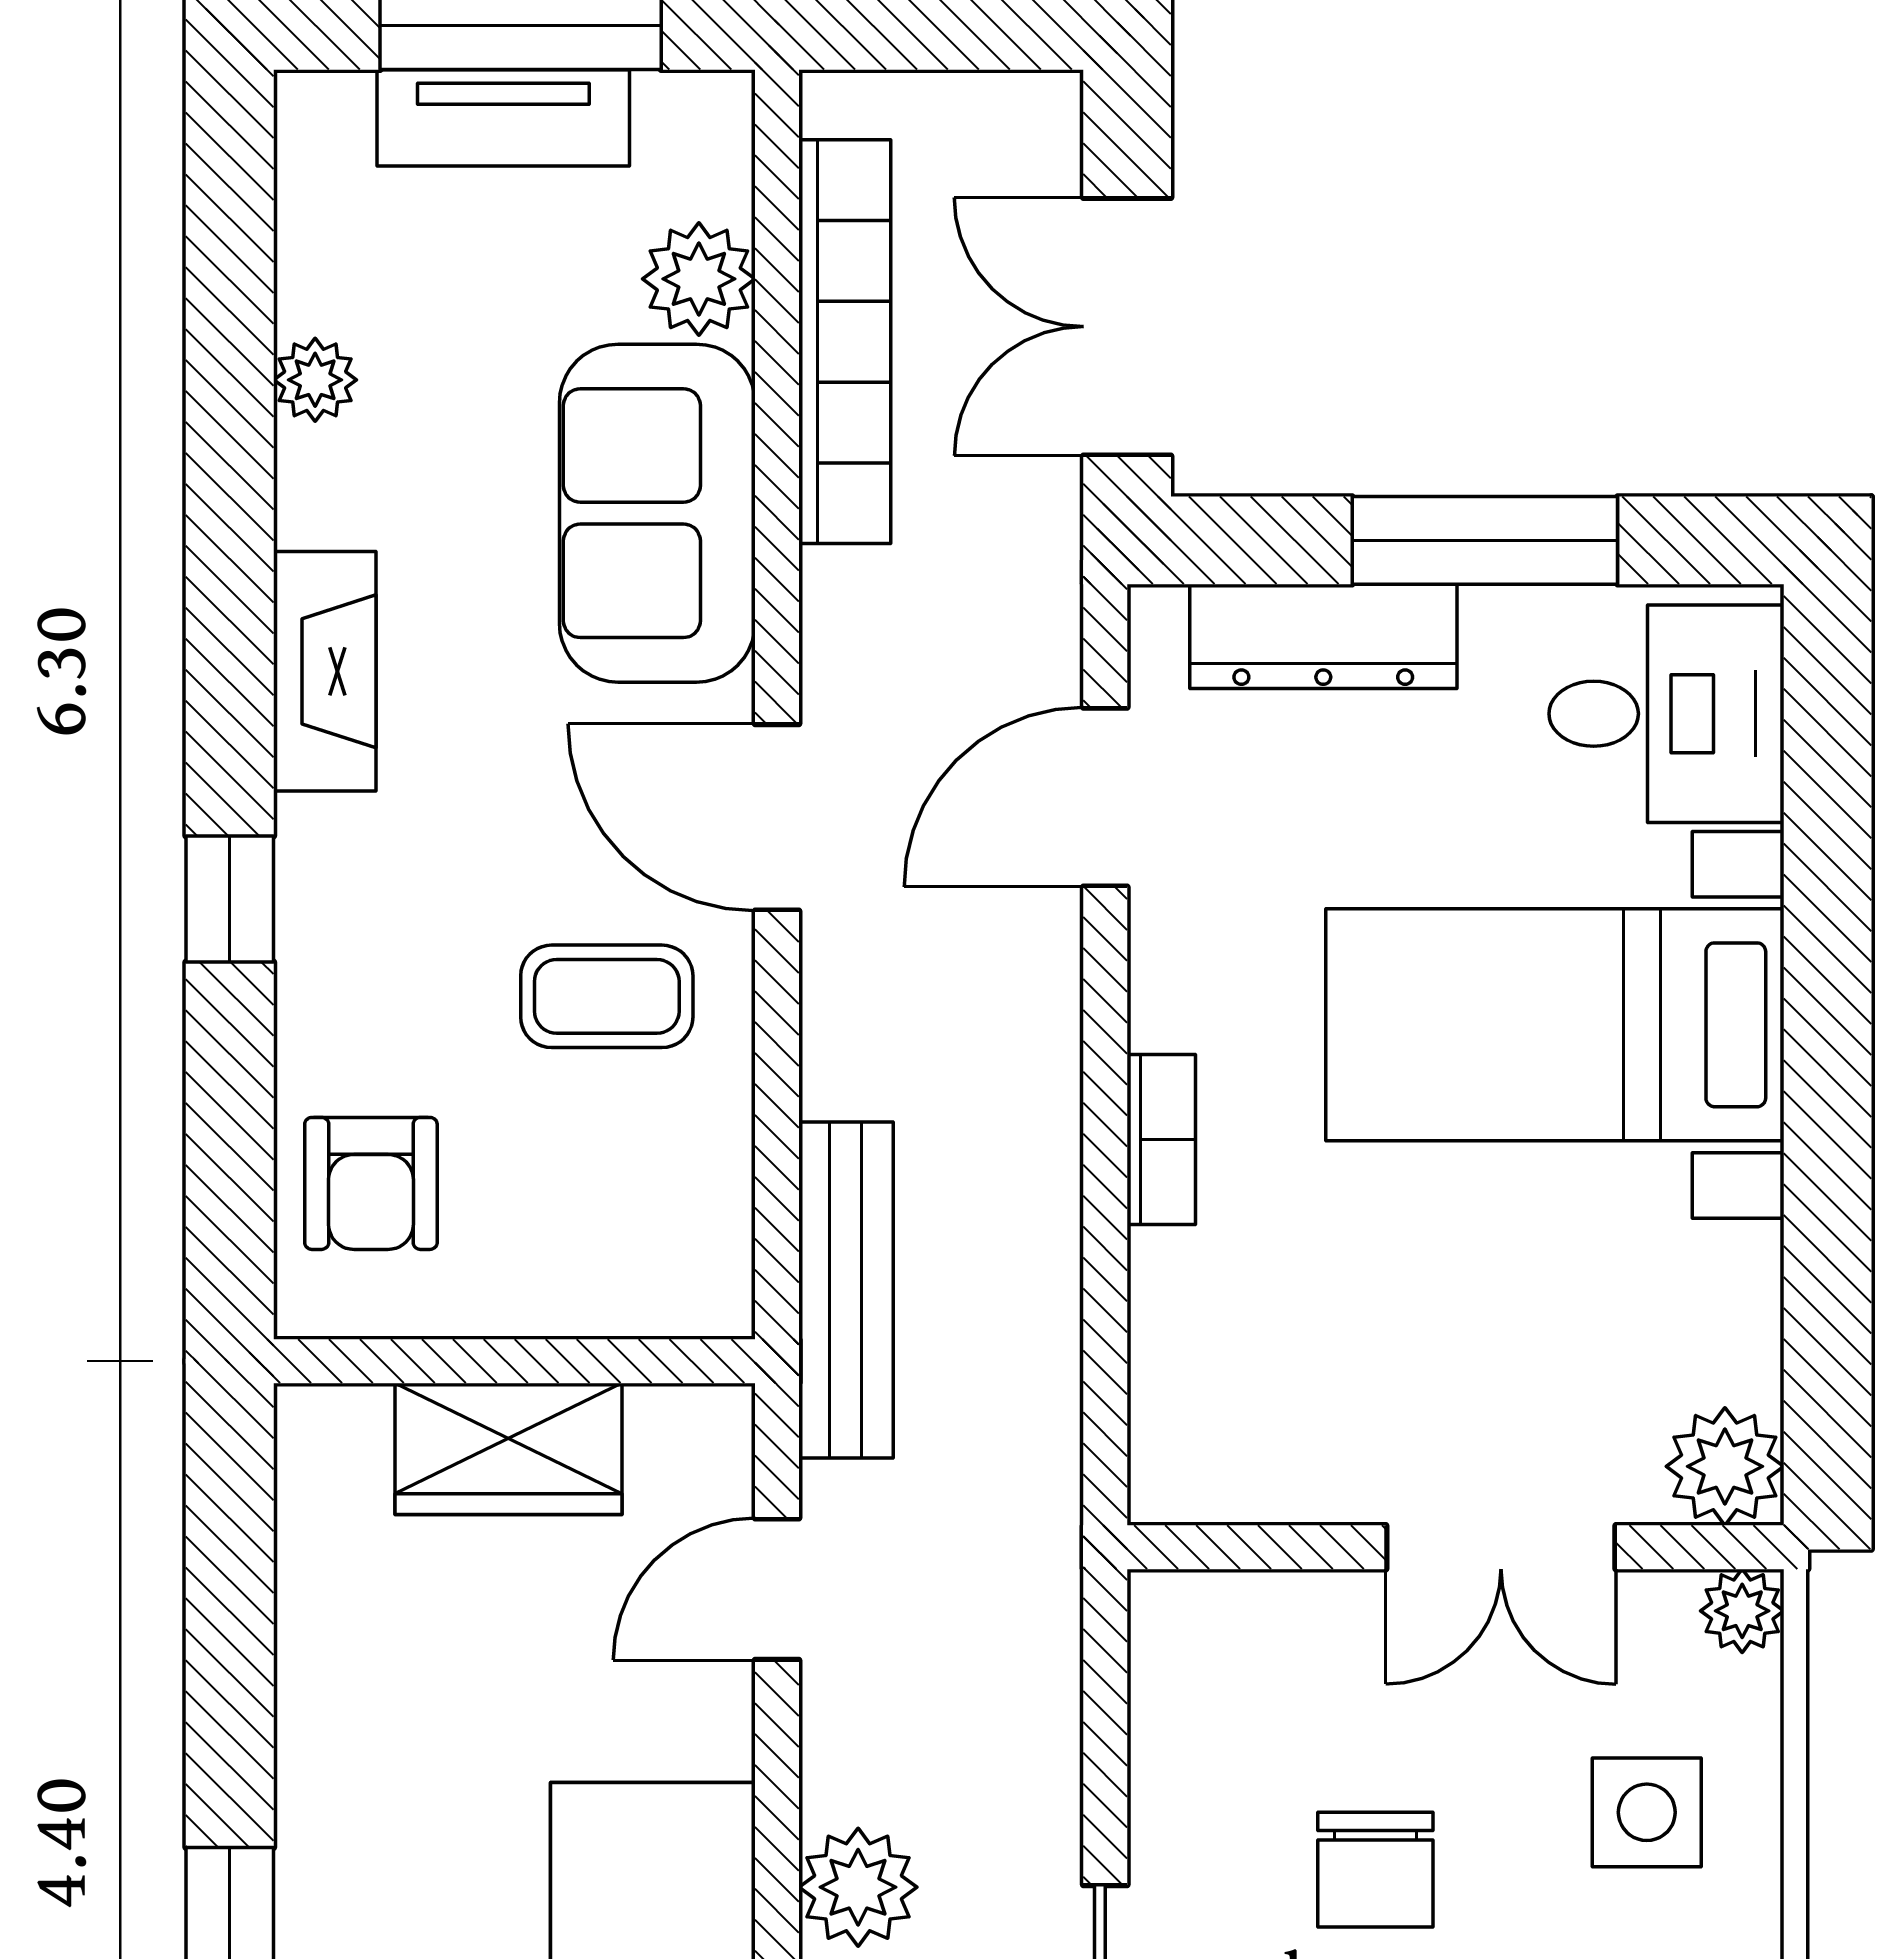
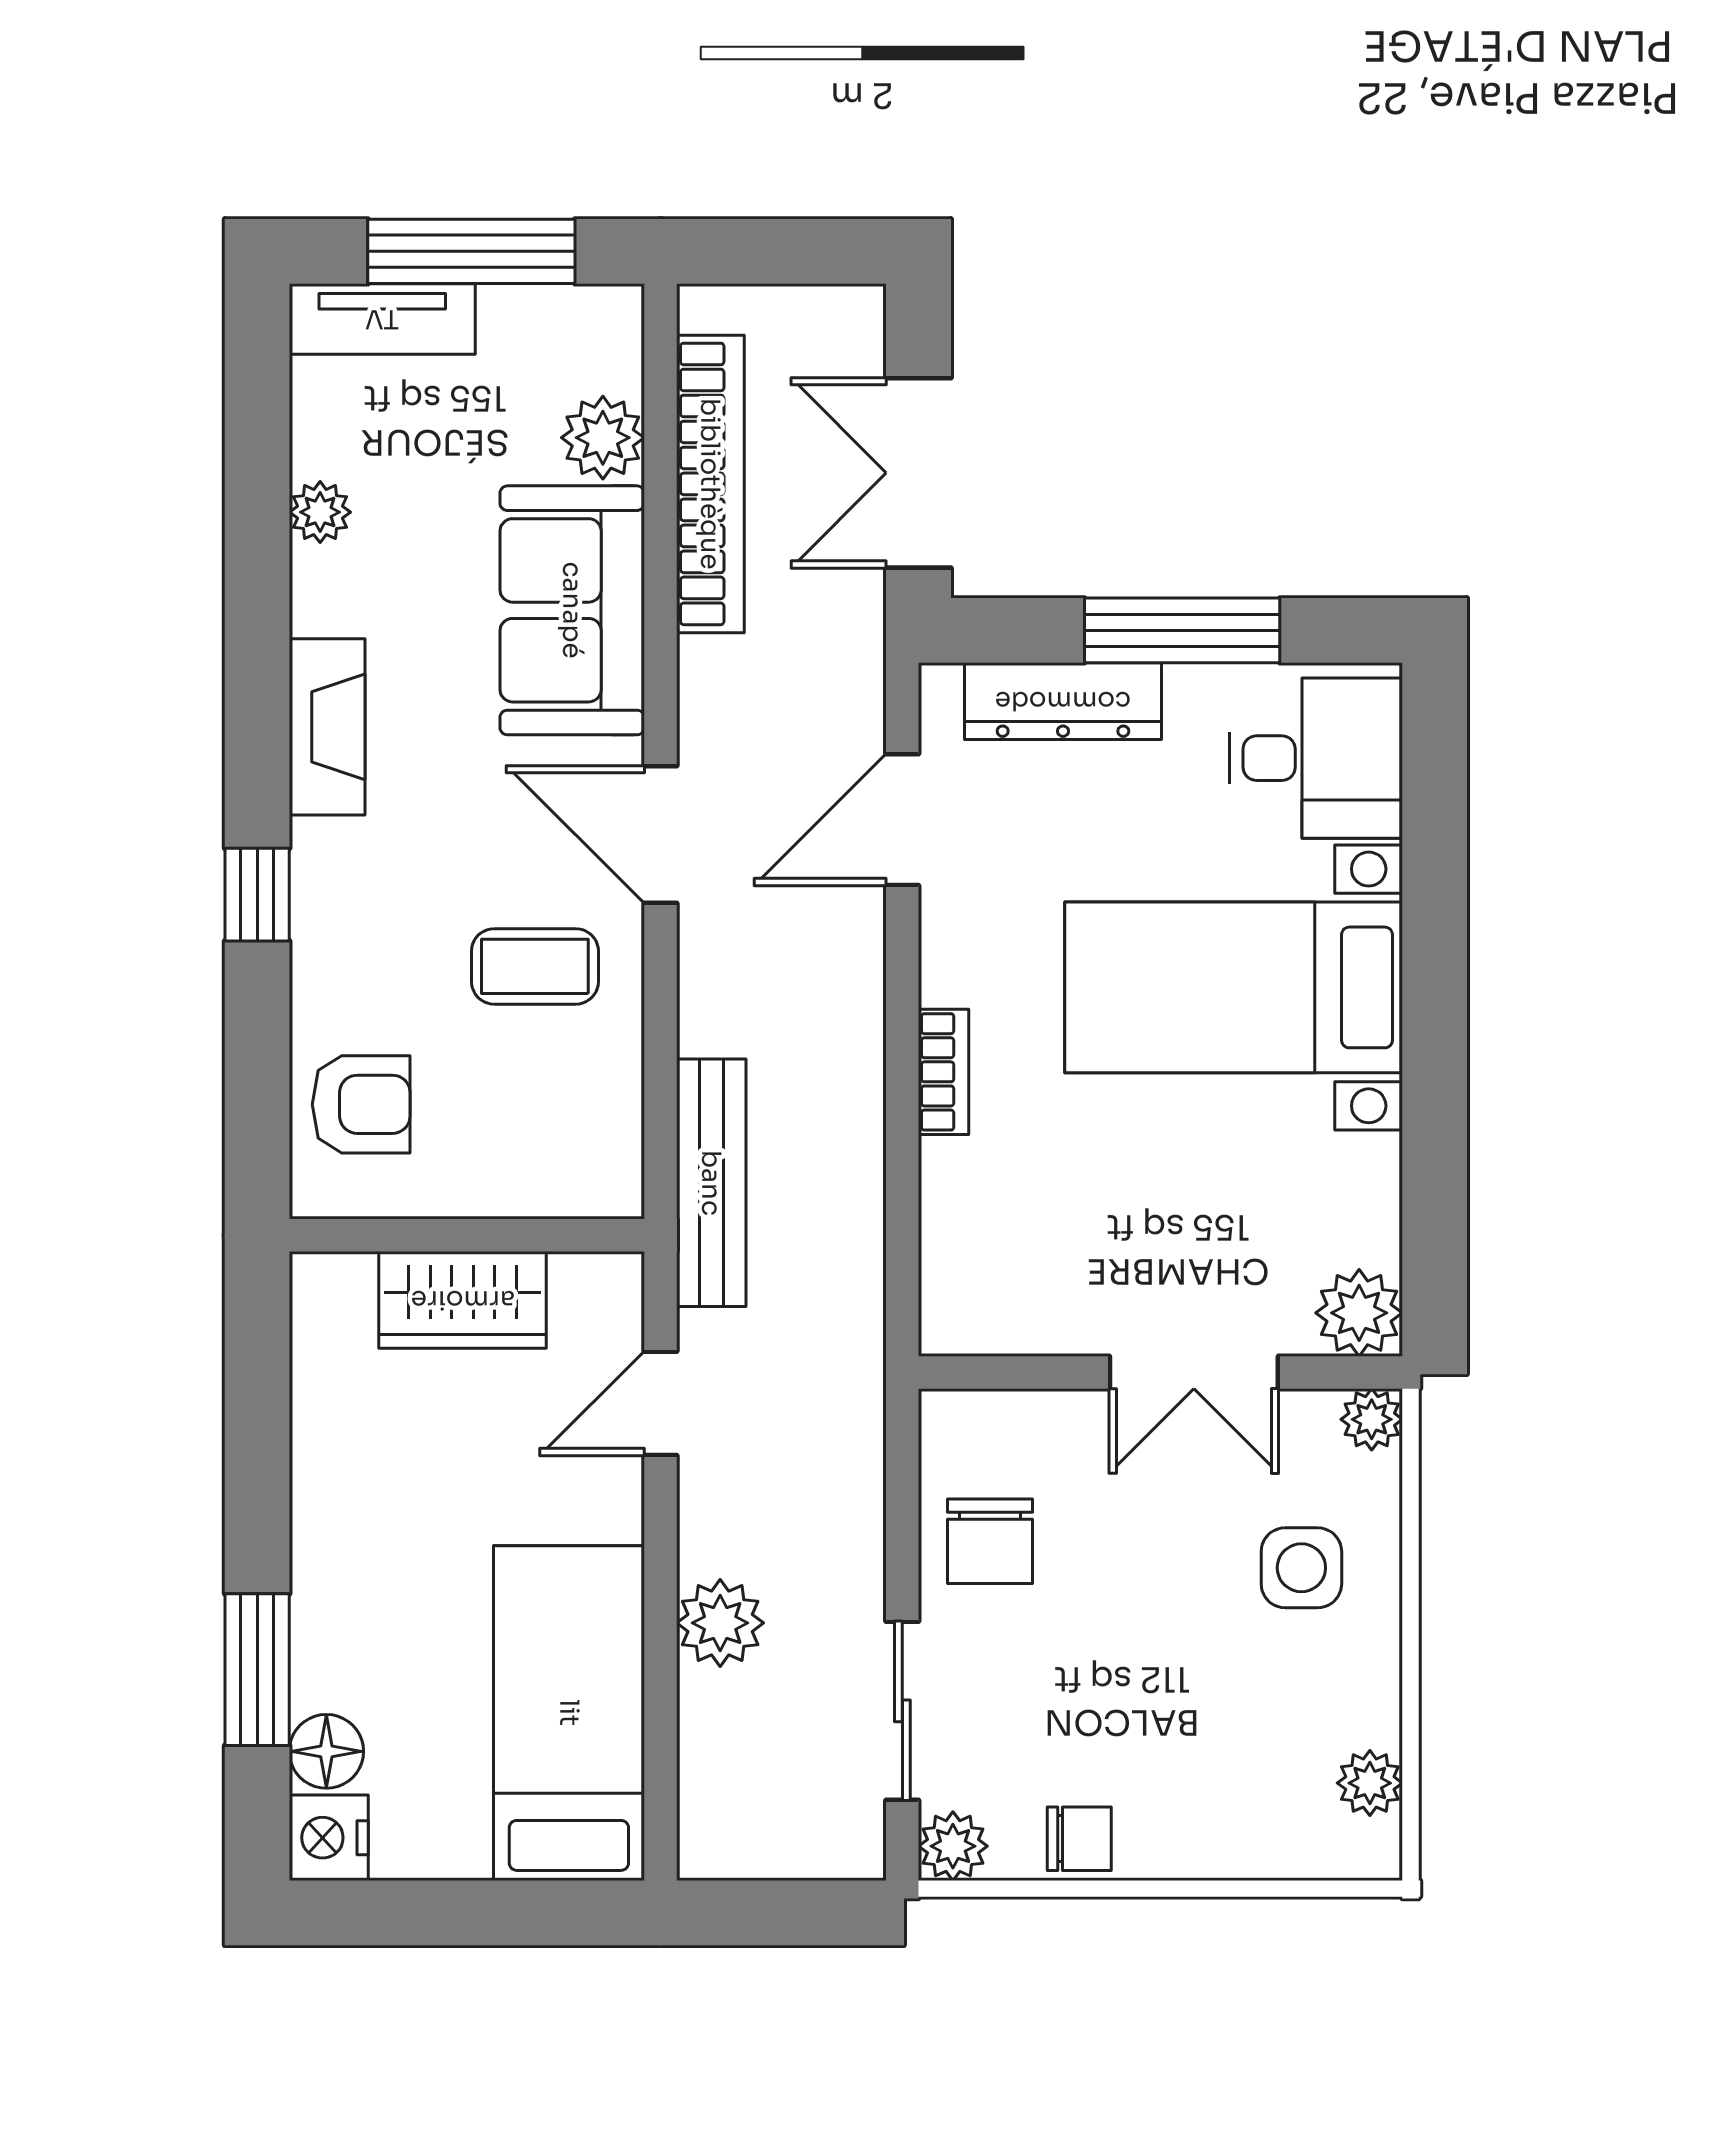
tv unit: (503, 118) -> (382, 319), moved
armchair: (371, 1183) -> (361, 1104), turned -90
chair: (1375, 1870) -> (990, 1541), moved

